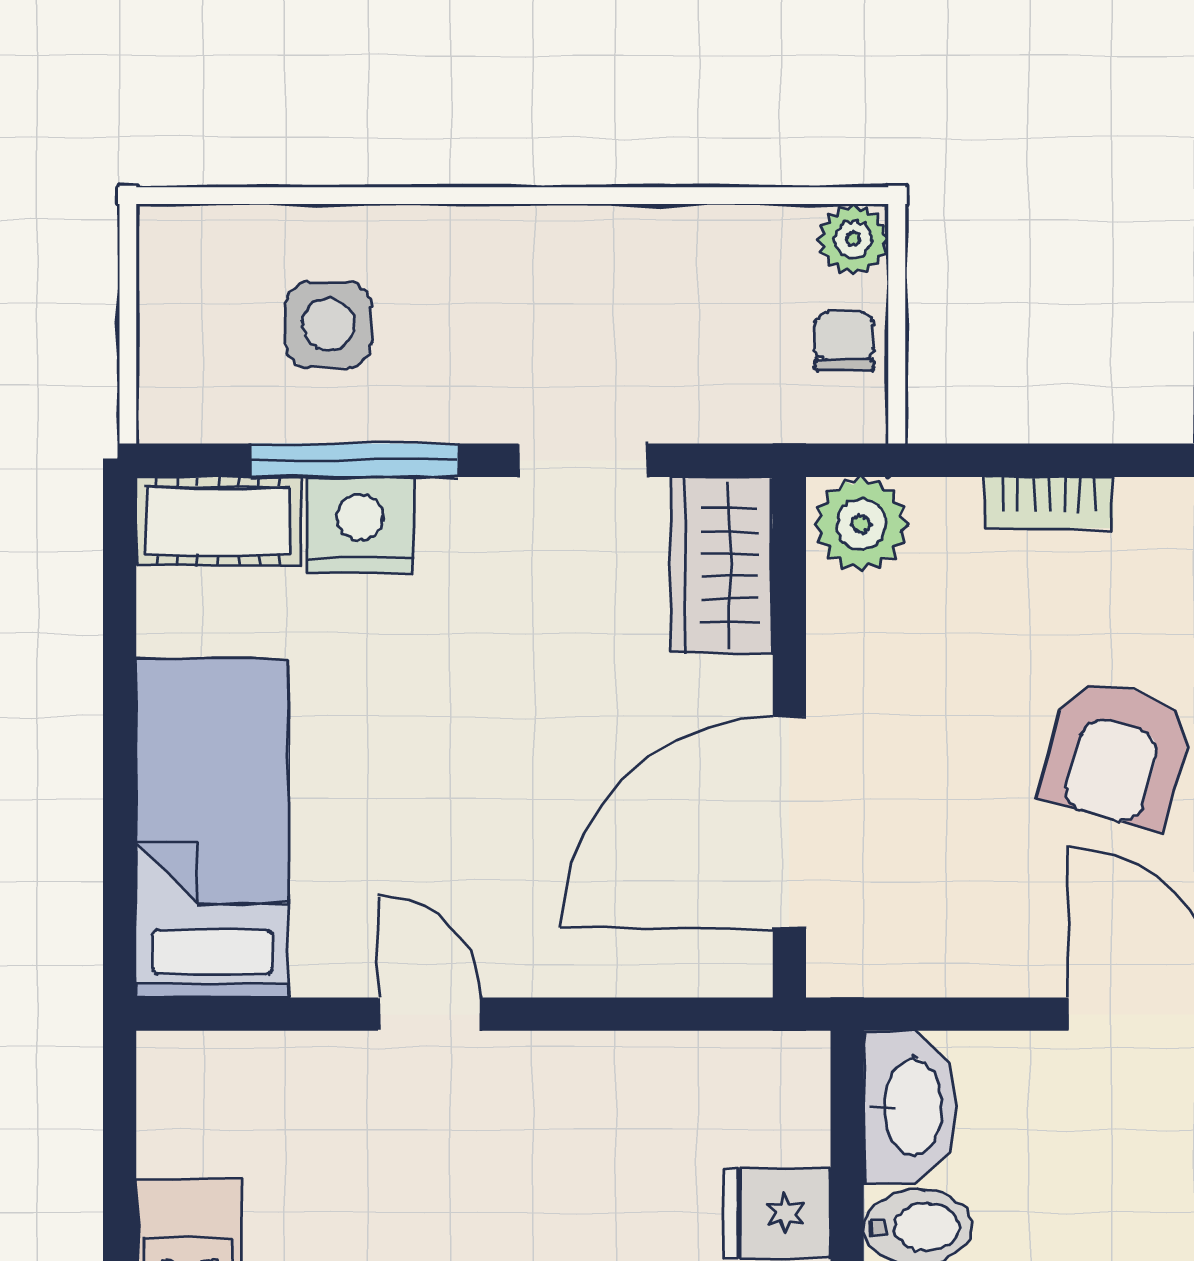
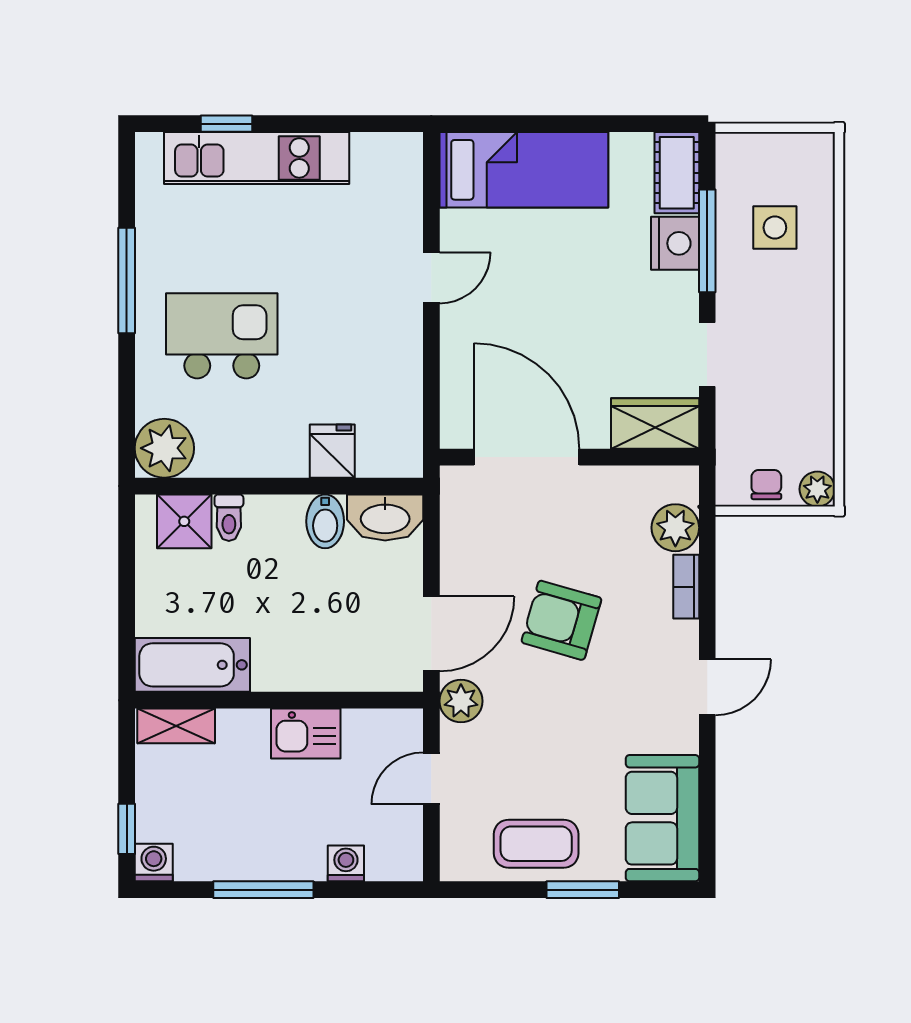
chair: (844, 342) -> (766, 485), turned -90
plant: (861, 524) -> (675, 528), moved

